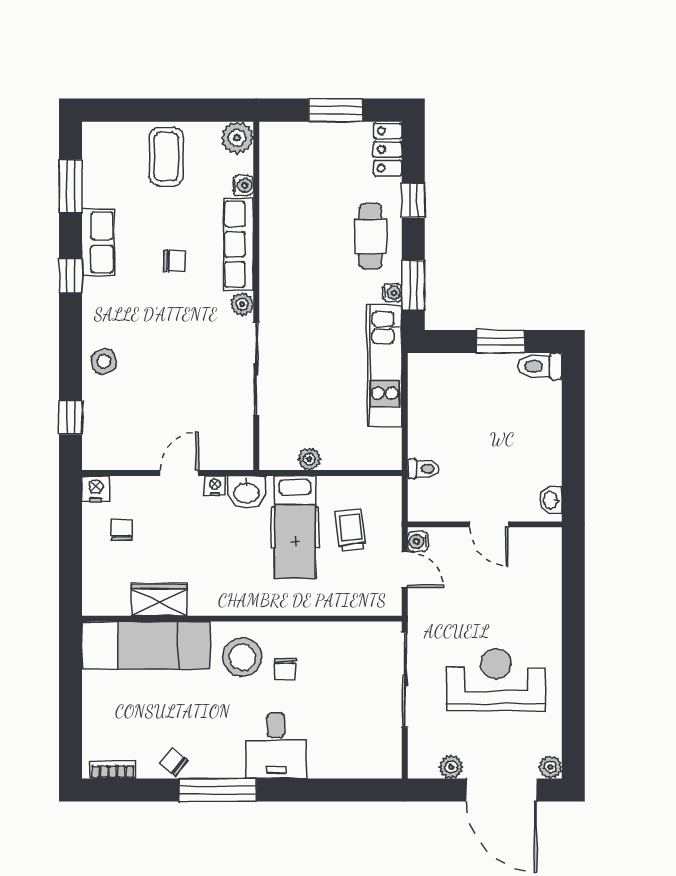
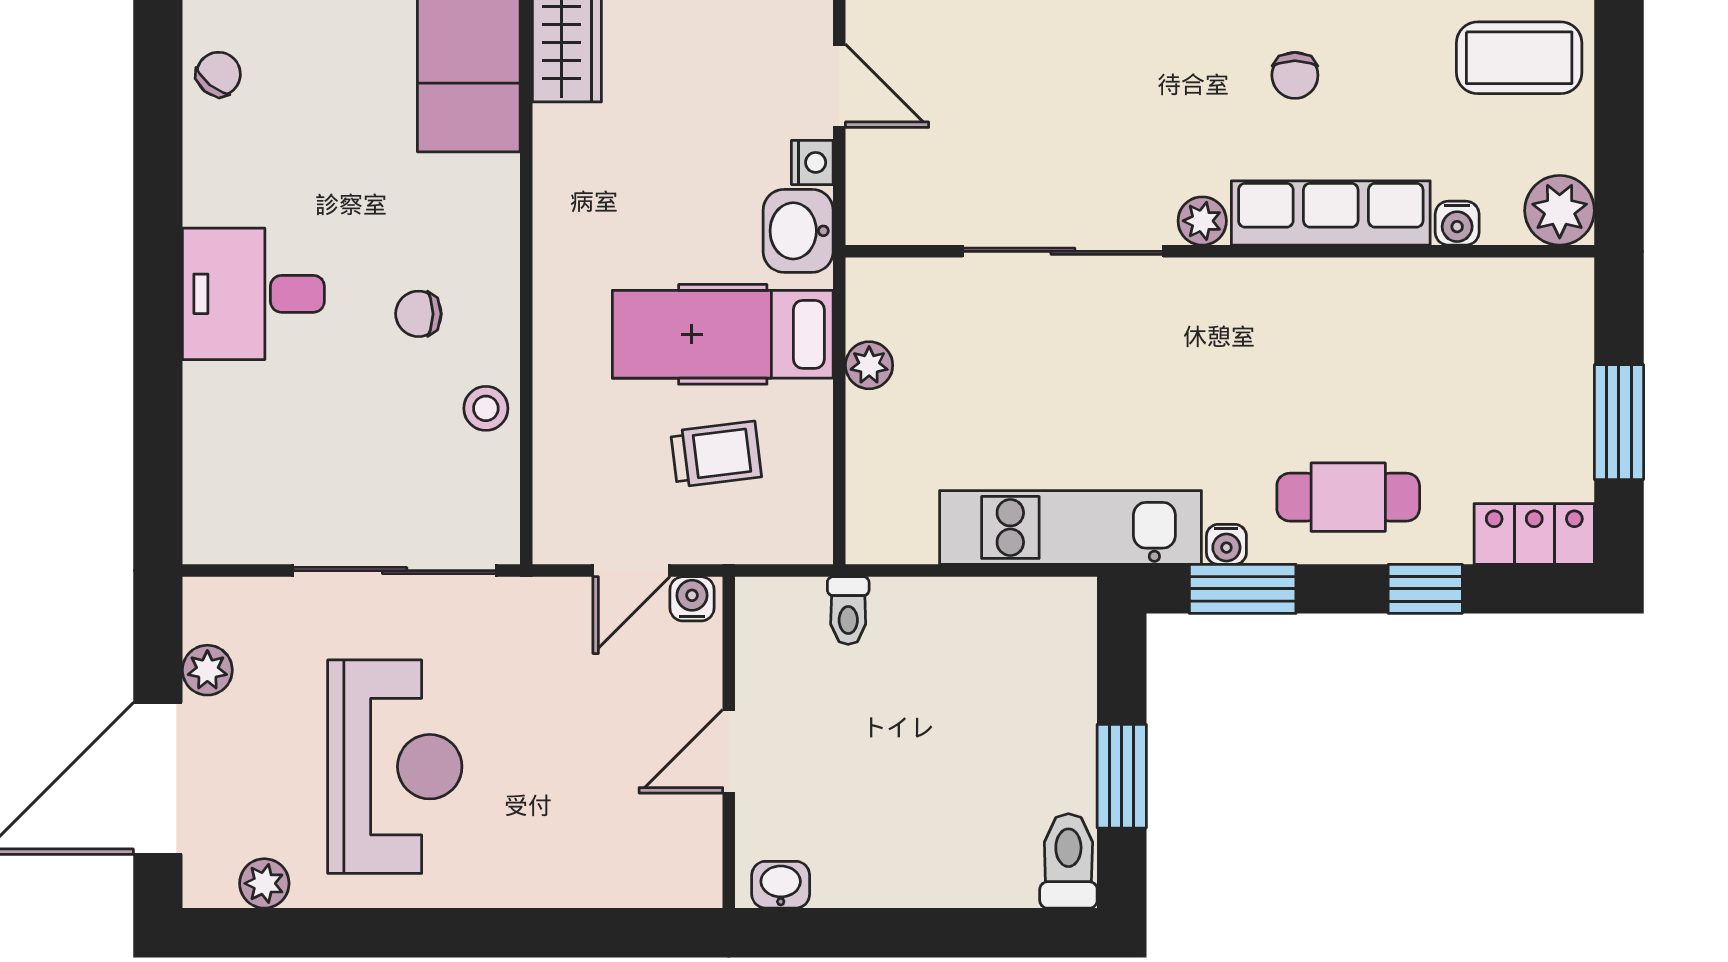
stool: (242, 657) -> (486, 408), moved, width x0.53, depth x0.53
plant: (550, 767) -> (264, 883), moved
window: (218, 790) -> (158, 168), removed

